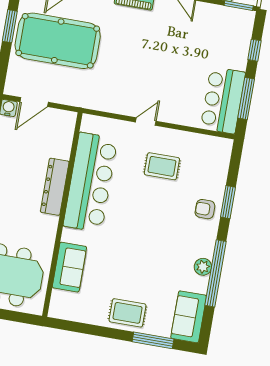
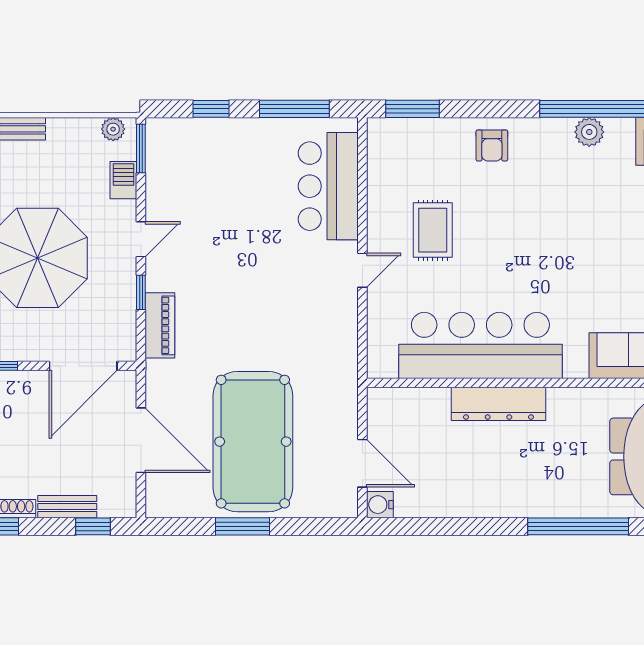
bar counter: (223, 100) -> (328, 186), moved, turned 90
door: (146, 122) -> (362, 270), swing flipped
window: (228, 202) -> (413, 109), moved

